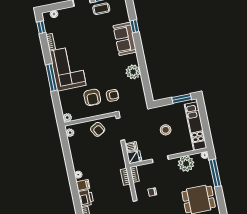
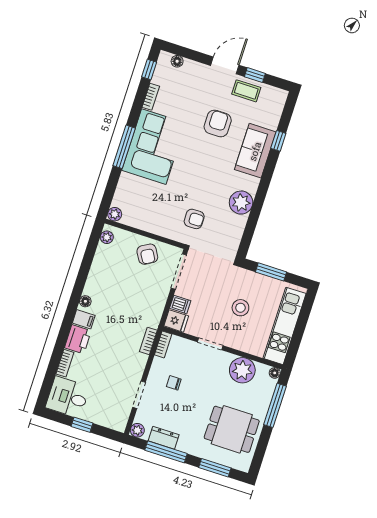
armchair: (92, 97) -> (218, 123), moved, turned 180
window: (182, 99) -> (271, 272), moved

